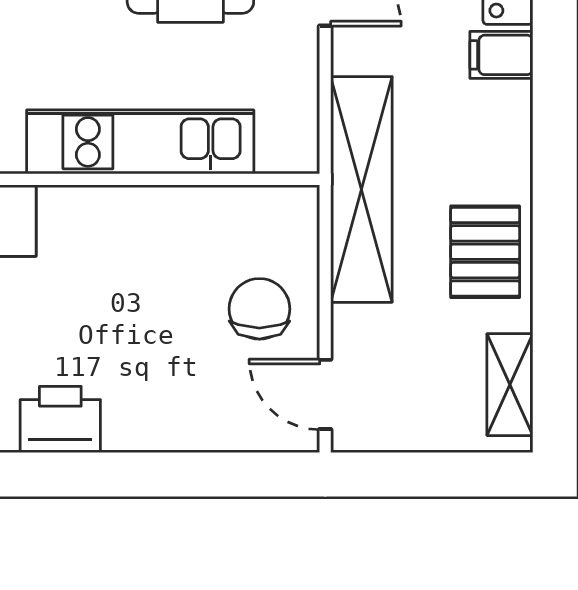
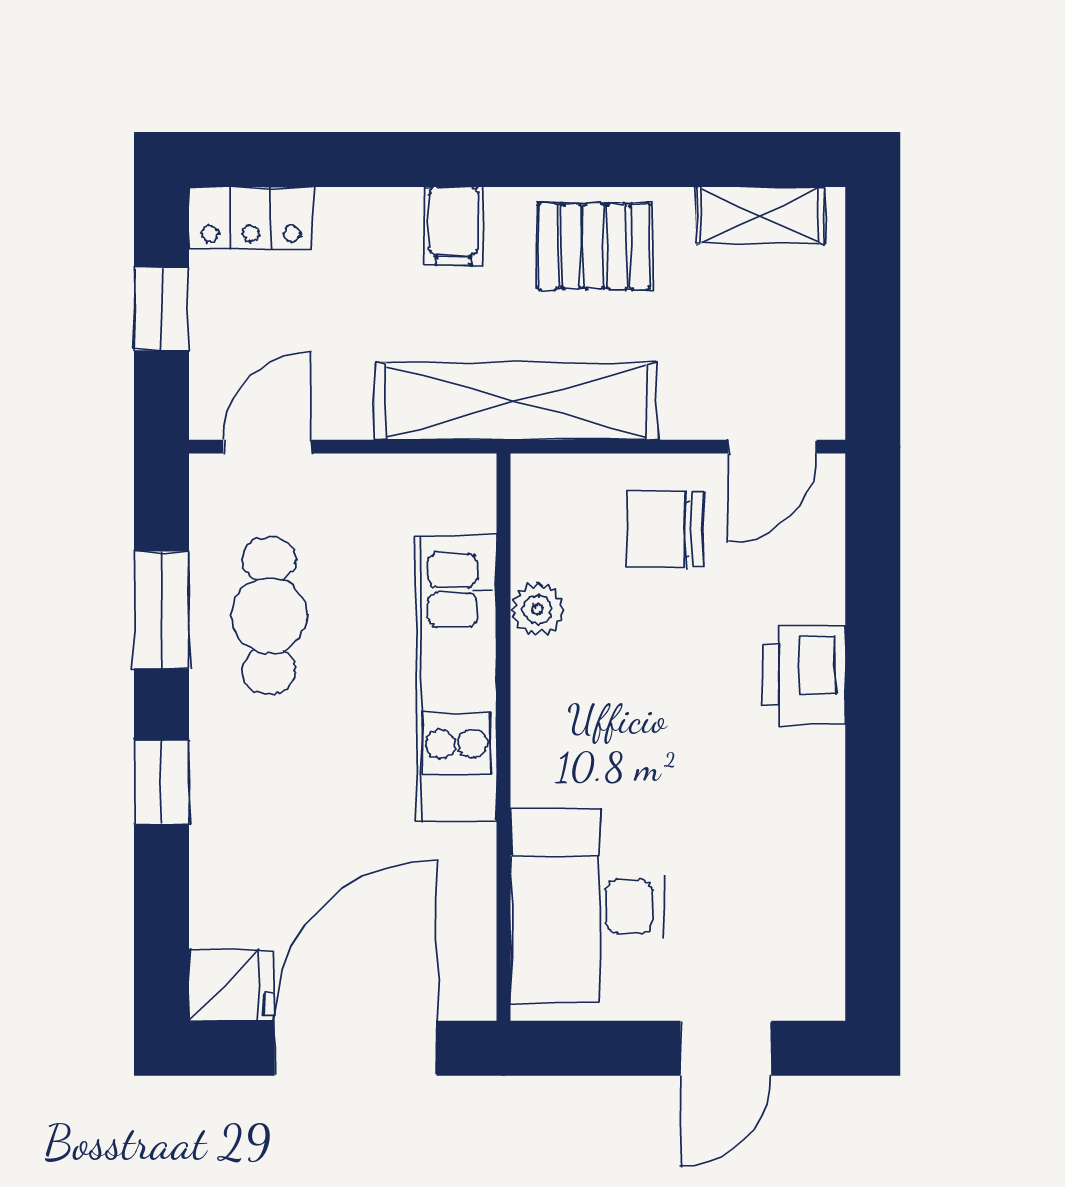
filing cabinet: (501, 55) -> (454, 226), moved
plant: (195, 207) -> (538, 609), added
printer: (60, 419) -> (804, 675), moved

